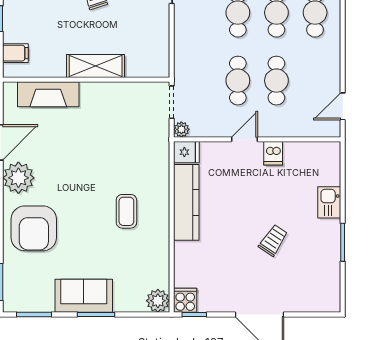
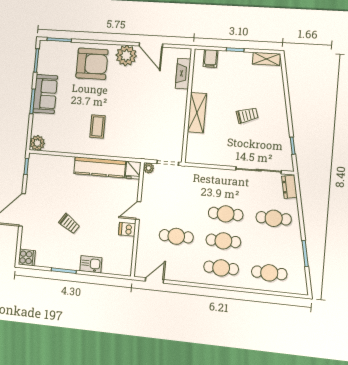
cafe table: (238, 81) -> (179, 210), removed
fireplace: (48, 94) -> (183, 74), width x0.73, depth x0.76
door: (343, 106) -> (155, 280), hinge flipped
door: (245, 139) -> (138, 211), swing flipped
coffee table: (126, 211) -> (97, 126), turned 90
armchair: (34, 228) -> (92, 64), turned 180
cooker: (185, 300) -> (27, 257), moved

